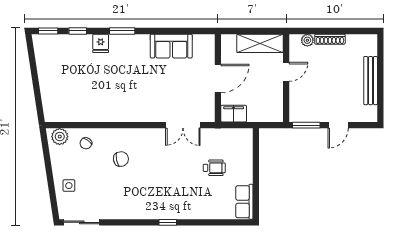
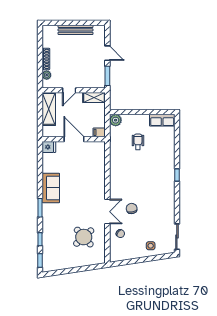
fridge: (101, 43) -> (49, 147), moved
sofa: (171, 46) -> (51, 188), moved
door: (286, 72) -> (69, 90), swing flipped
round table: (81, 92) -> (84, 237), added
shelving: (276, 106) -> (94, 97), added
filing cabinet: (234, 114) -> (99, 132), width x0.50
double door: (183, 125) -> (107, 212), moved
plant: (60, 137) -> (116, 120), moved

